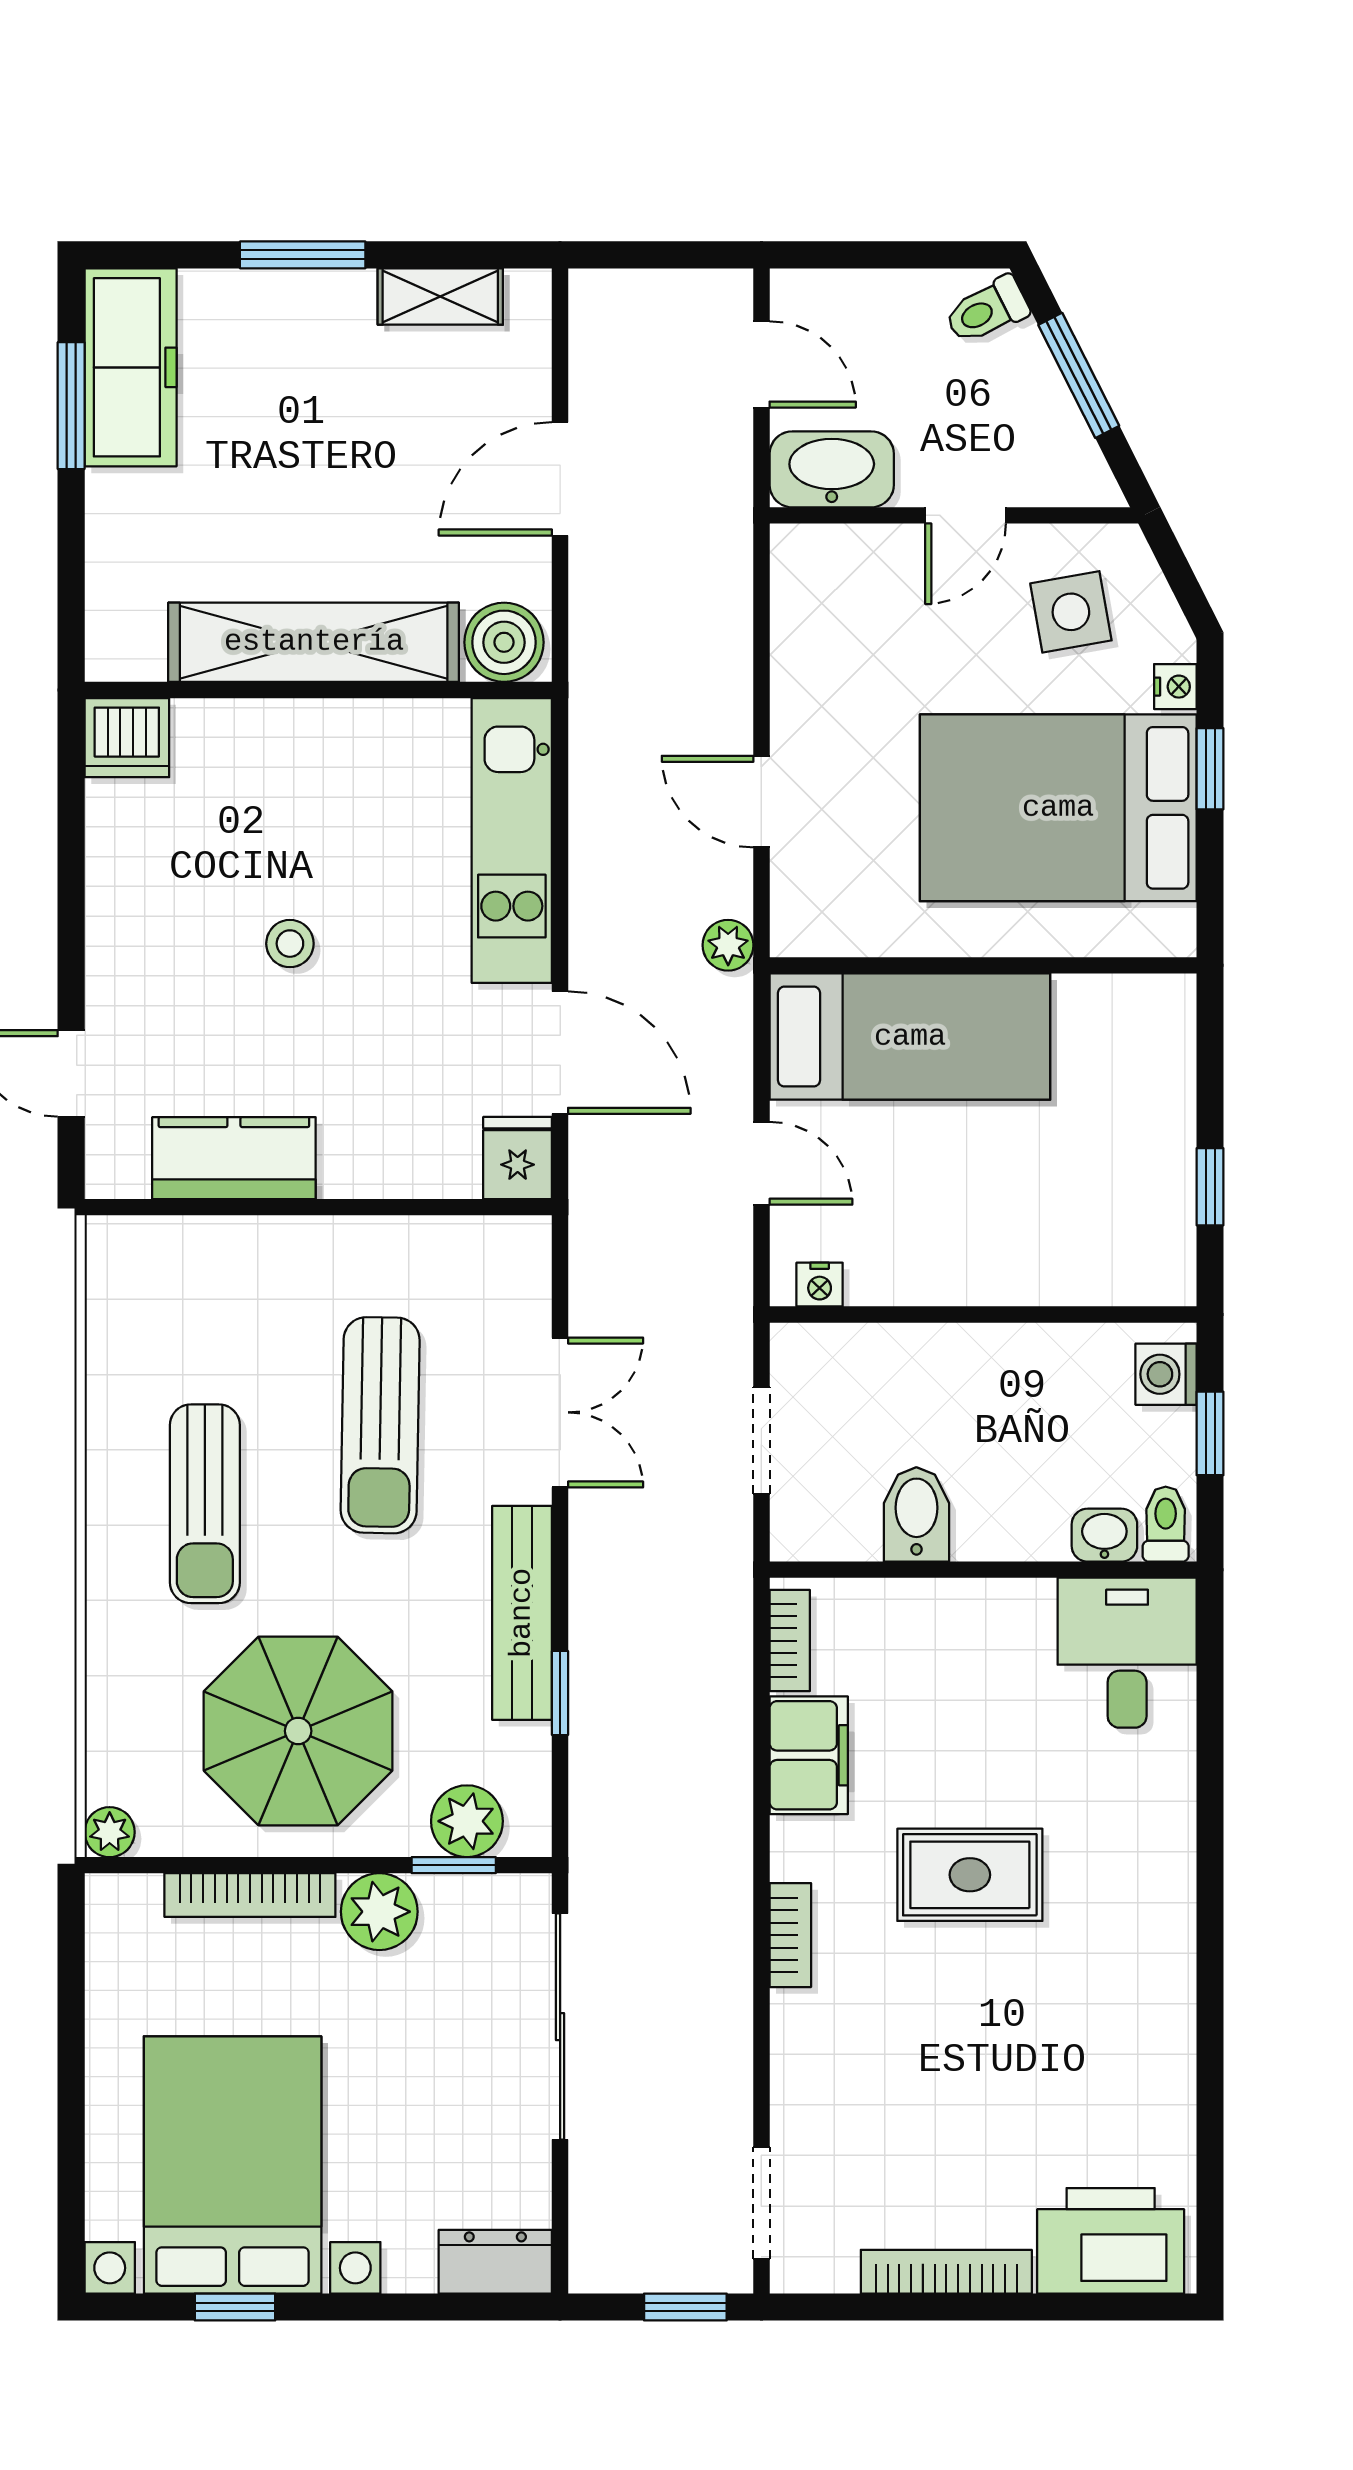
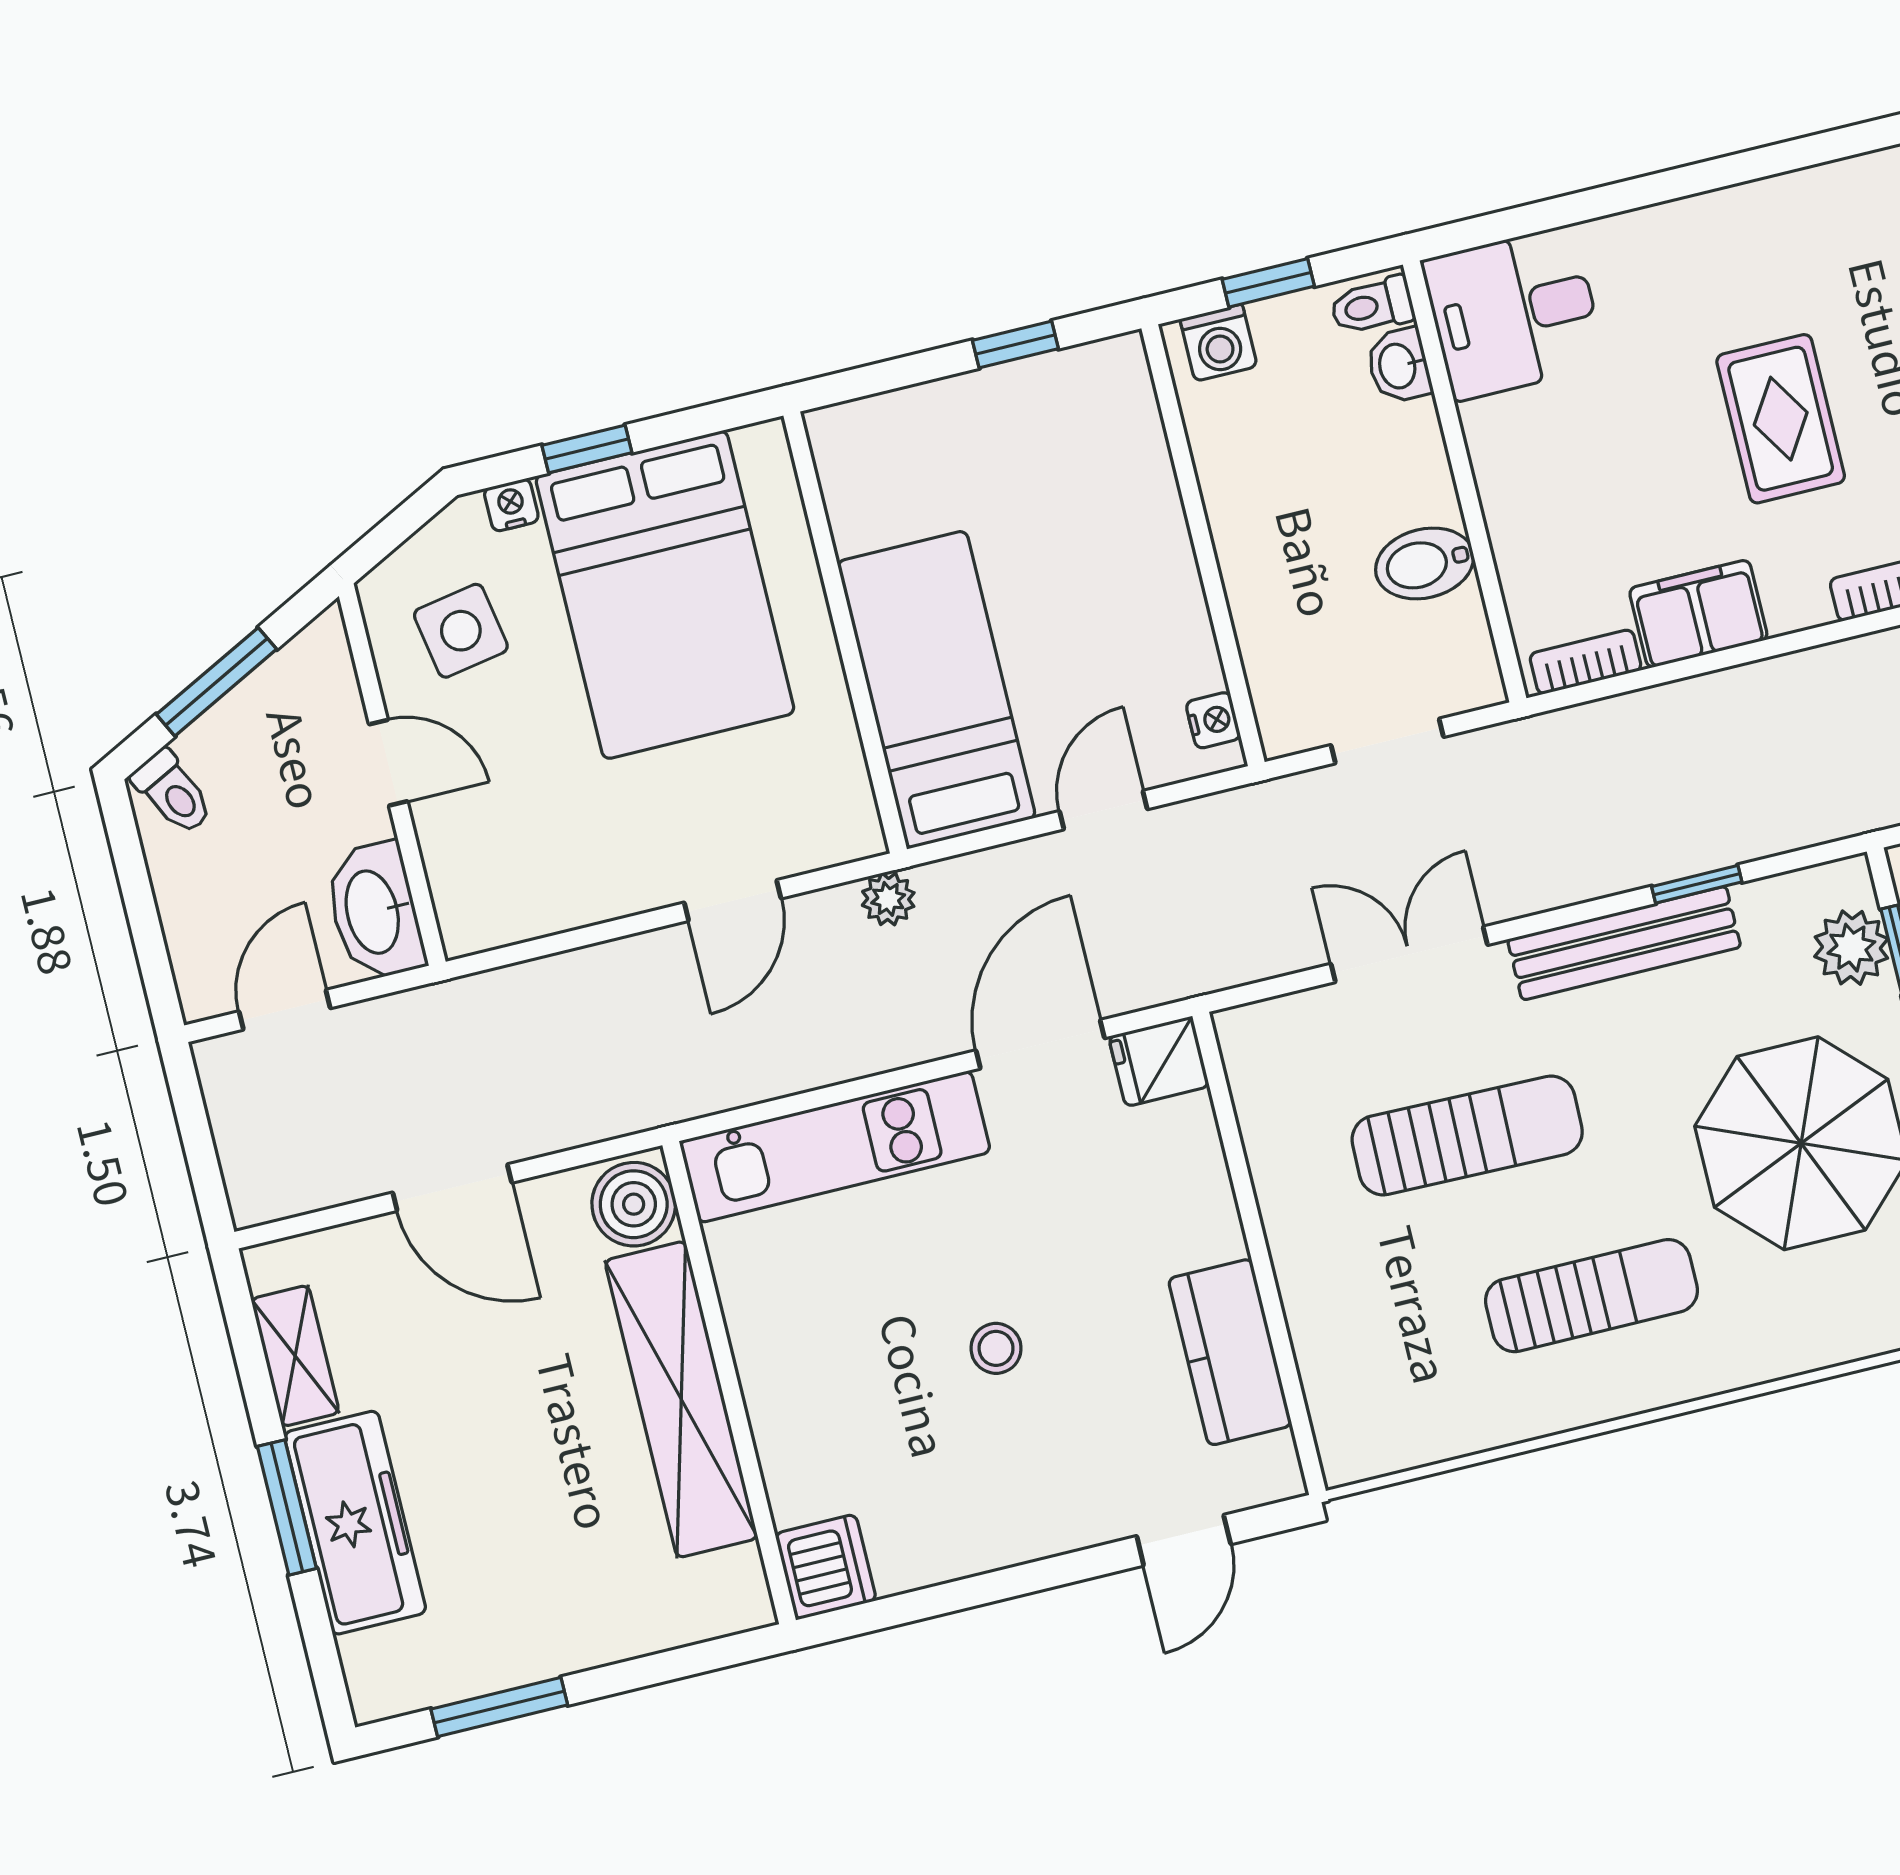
freezer: (131, 367) -> (355, 1523), moved, turned 90

